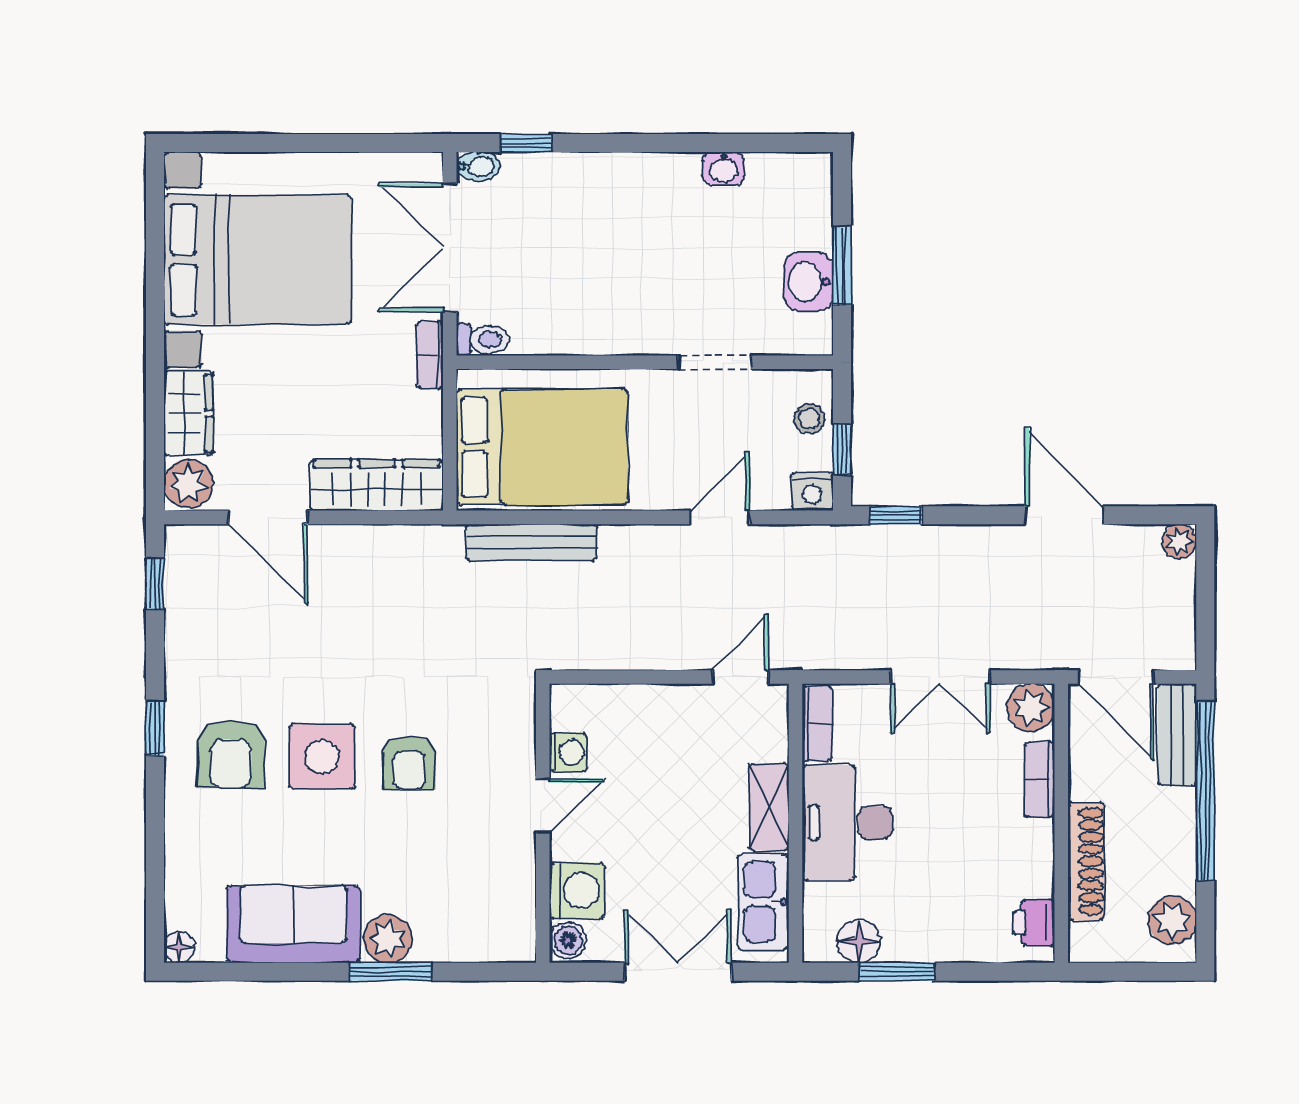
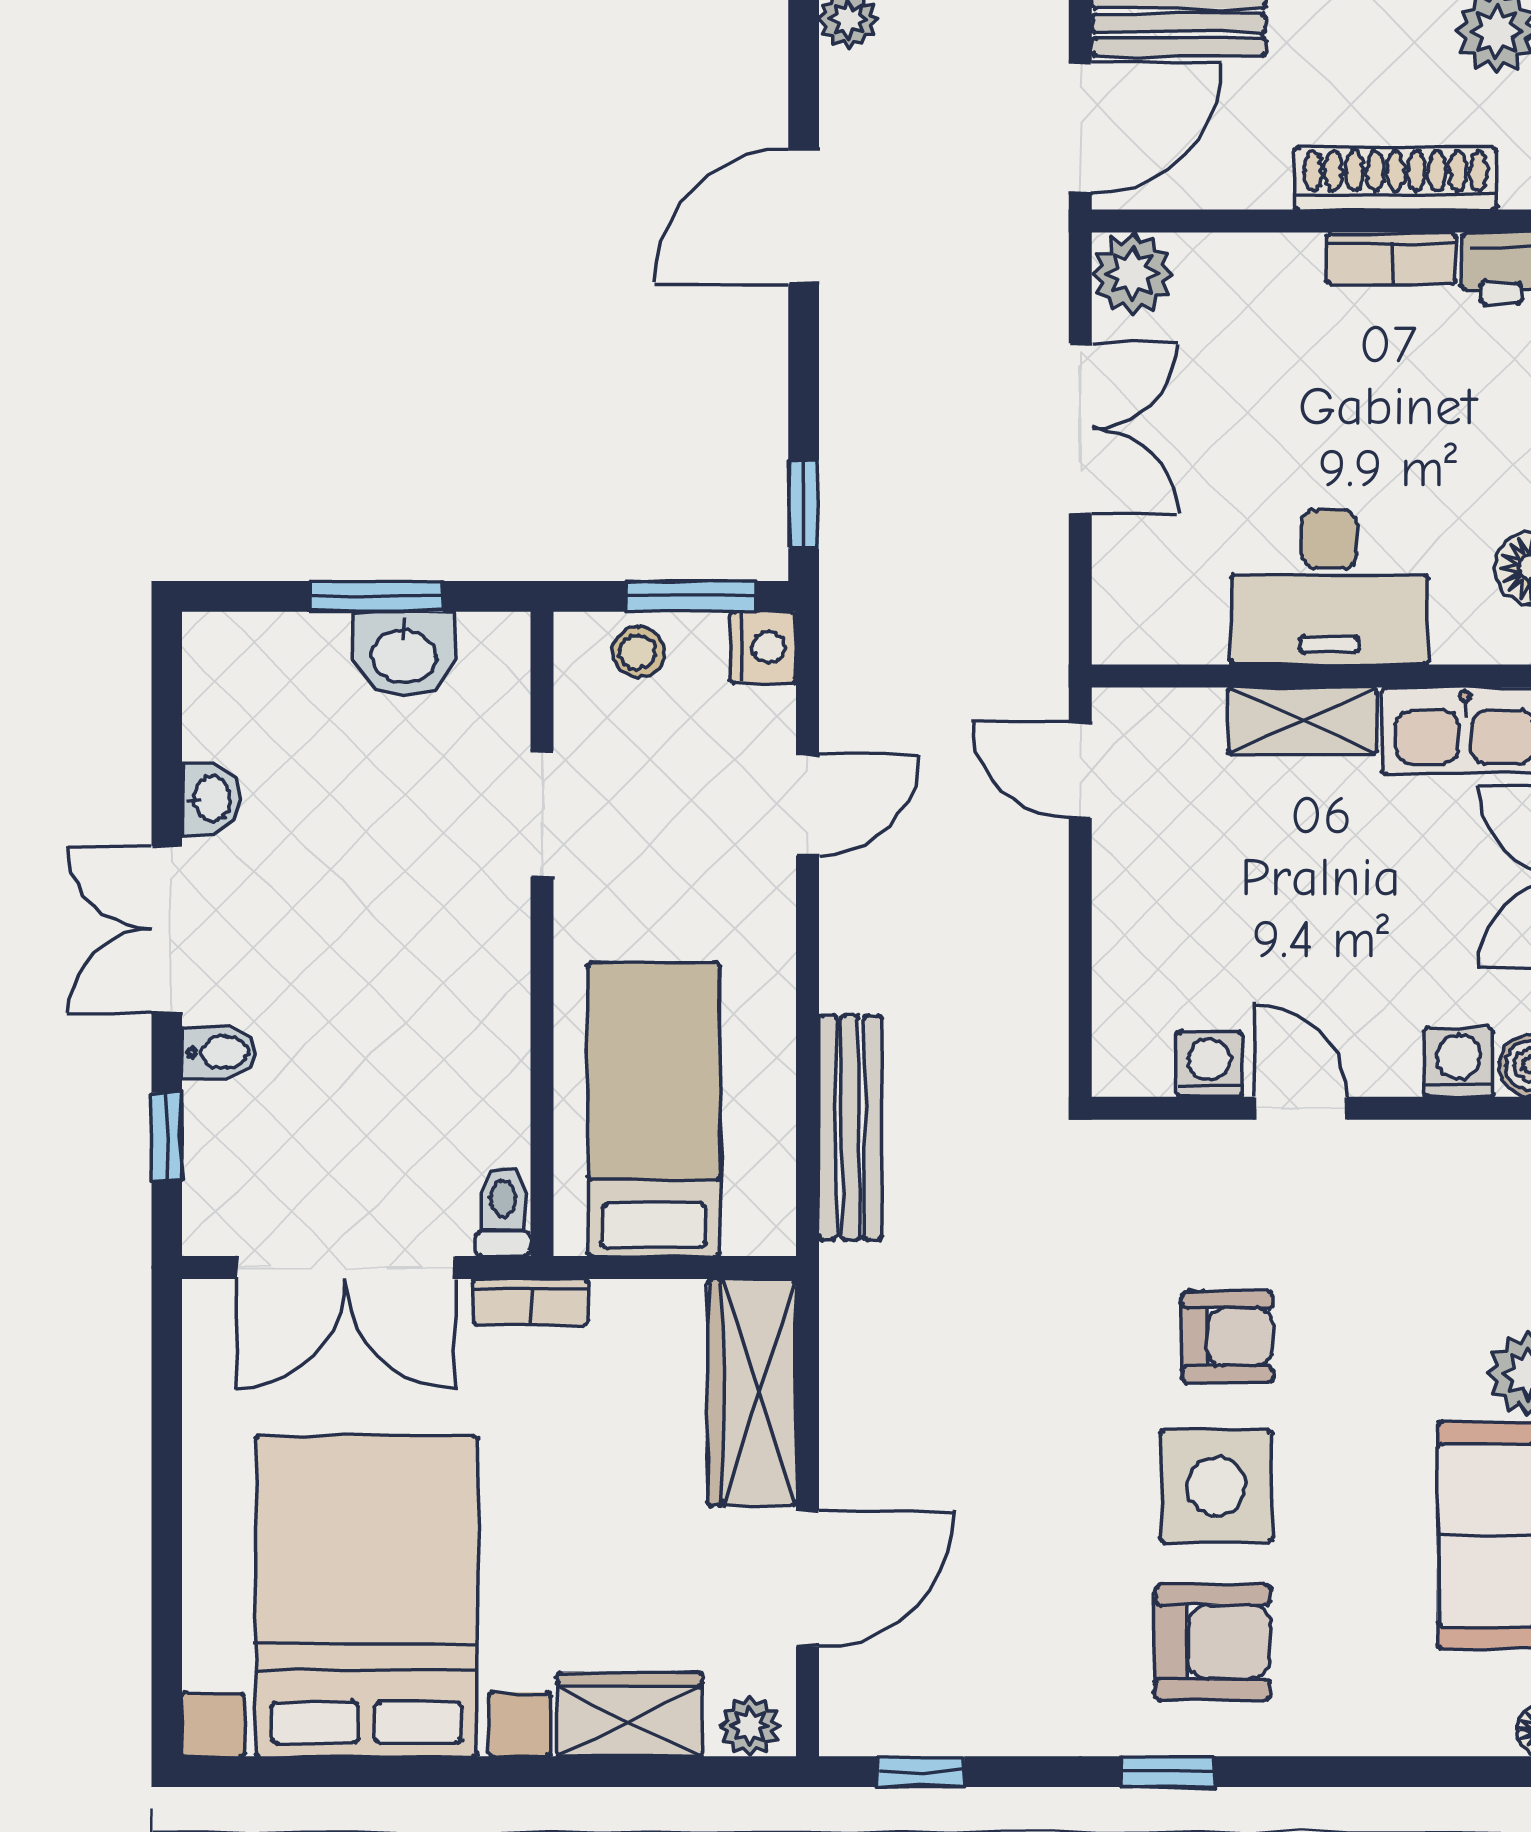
double door: (647, 143) -> (167, 930), added
bidet: (478, 166) -> (219, 1053), moved, turned 90
bed: (542, 447) -> (654, 1109), width x0.67
window: (842, 450) -> (691, 596), width x1.50
plant: (188, 484) -> (750, 1726), width x0.73, depth x0.73
door: (720, 517) -> (807, 805), swing flipped
bookcase: (817, 724) -> (1160, 639), removed
bookcase: (1040, 780) -> (1391, 258), moved
washing machine: (577, 891) -> (1459, 1062), width x0.73, depth x0.73

